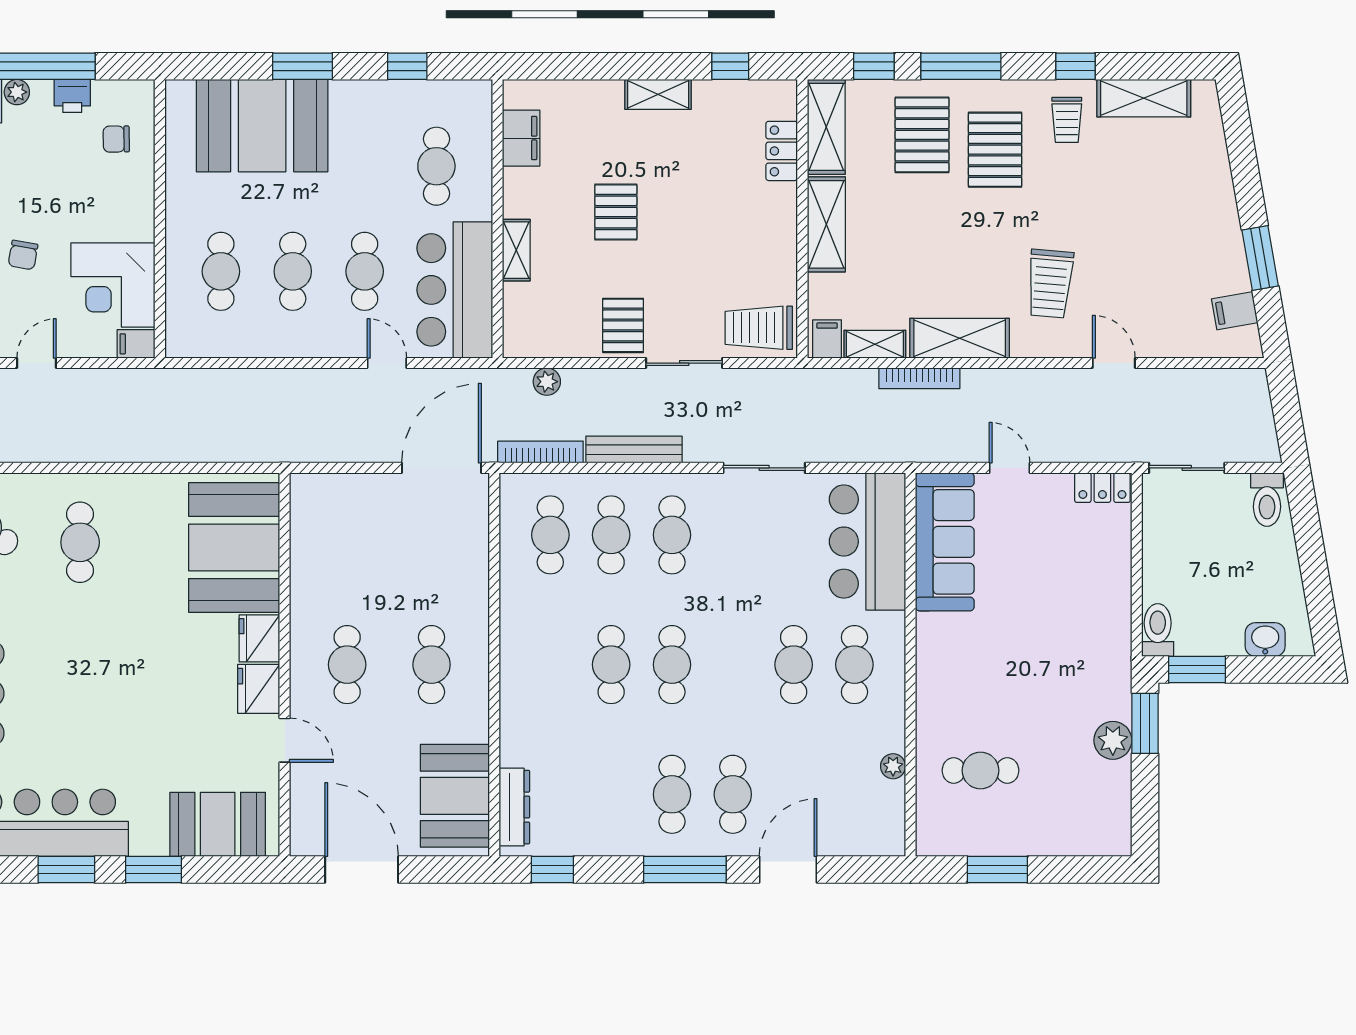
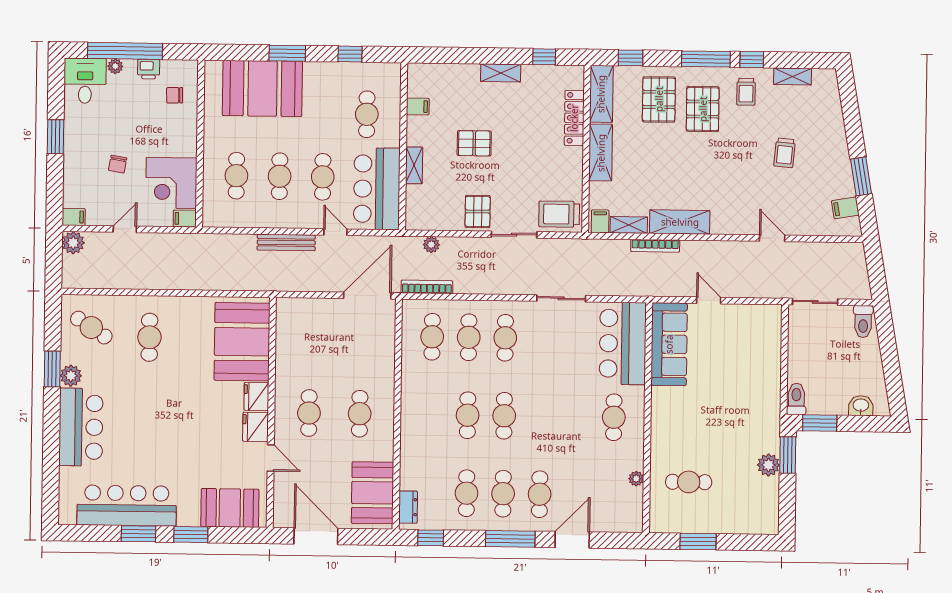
window: (961, 66) -> (706, 59), moved
shelving: (1144, 98) -> (793, 77), width x0.67, depth x0.75
filing cabinet: (521, 138) -> (418, 106), width x0.50
locker: (782, 151) -> (574, 118), width x1.53
pallet: (616, 212) -> (474, 143), turned 90
trolley: (1050, 284) -> (785, 153), moved, width x0.73, depth x0.72
bench: (634, 450) -> (286, 242), moved
locker: (1102, 488) -> (764, 313), removed
cafe table: (794, 665) -> (467, 493), moved
dresser: (514, 807) -> (408, 507), width x0.70

